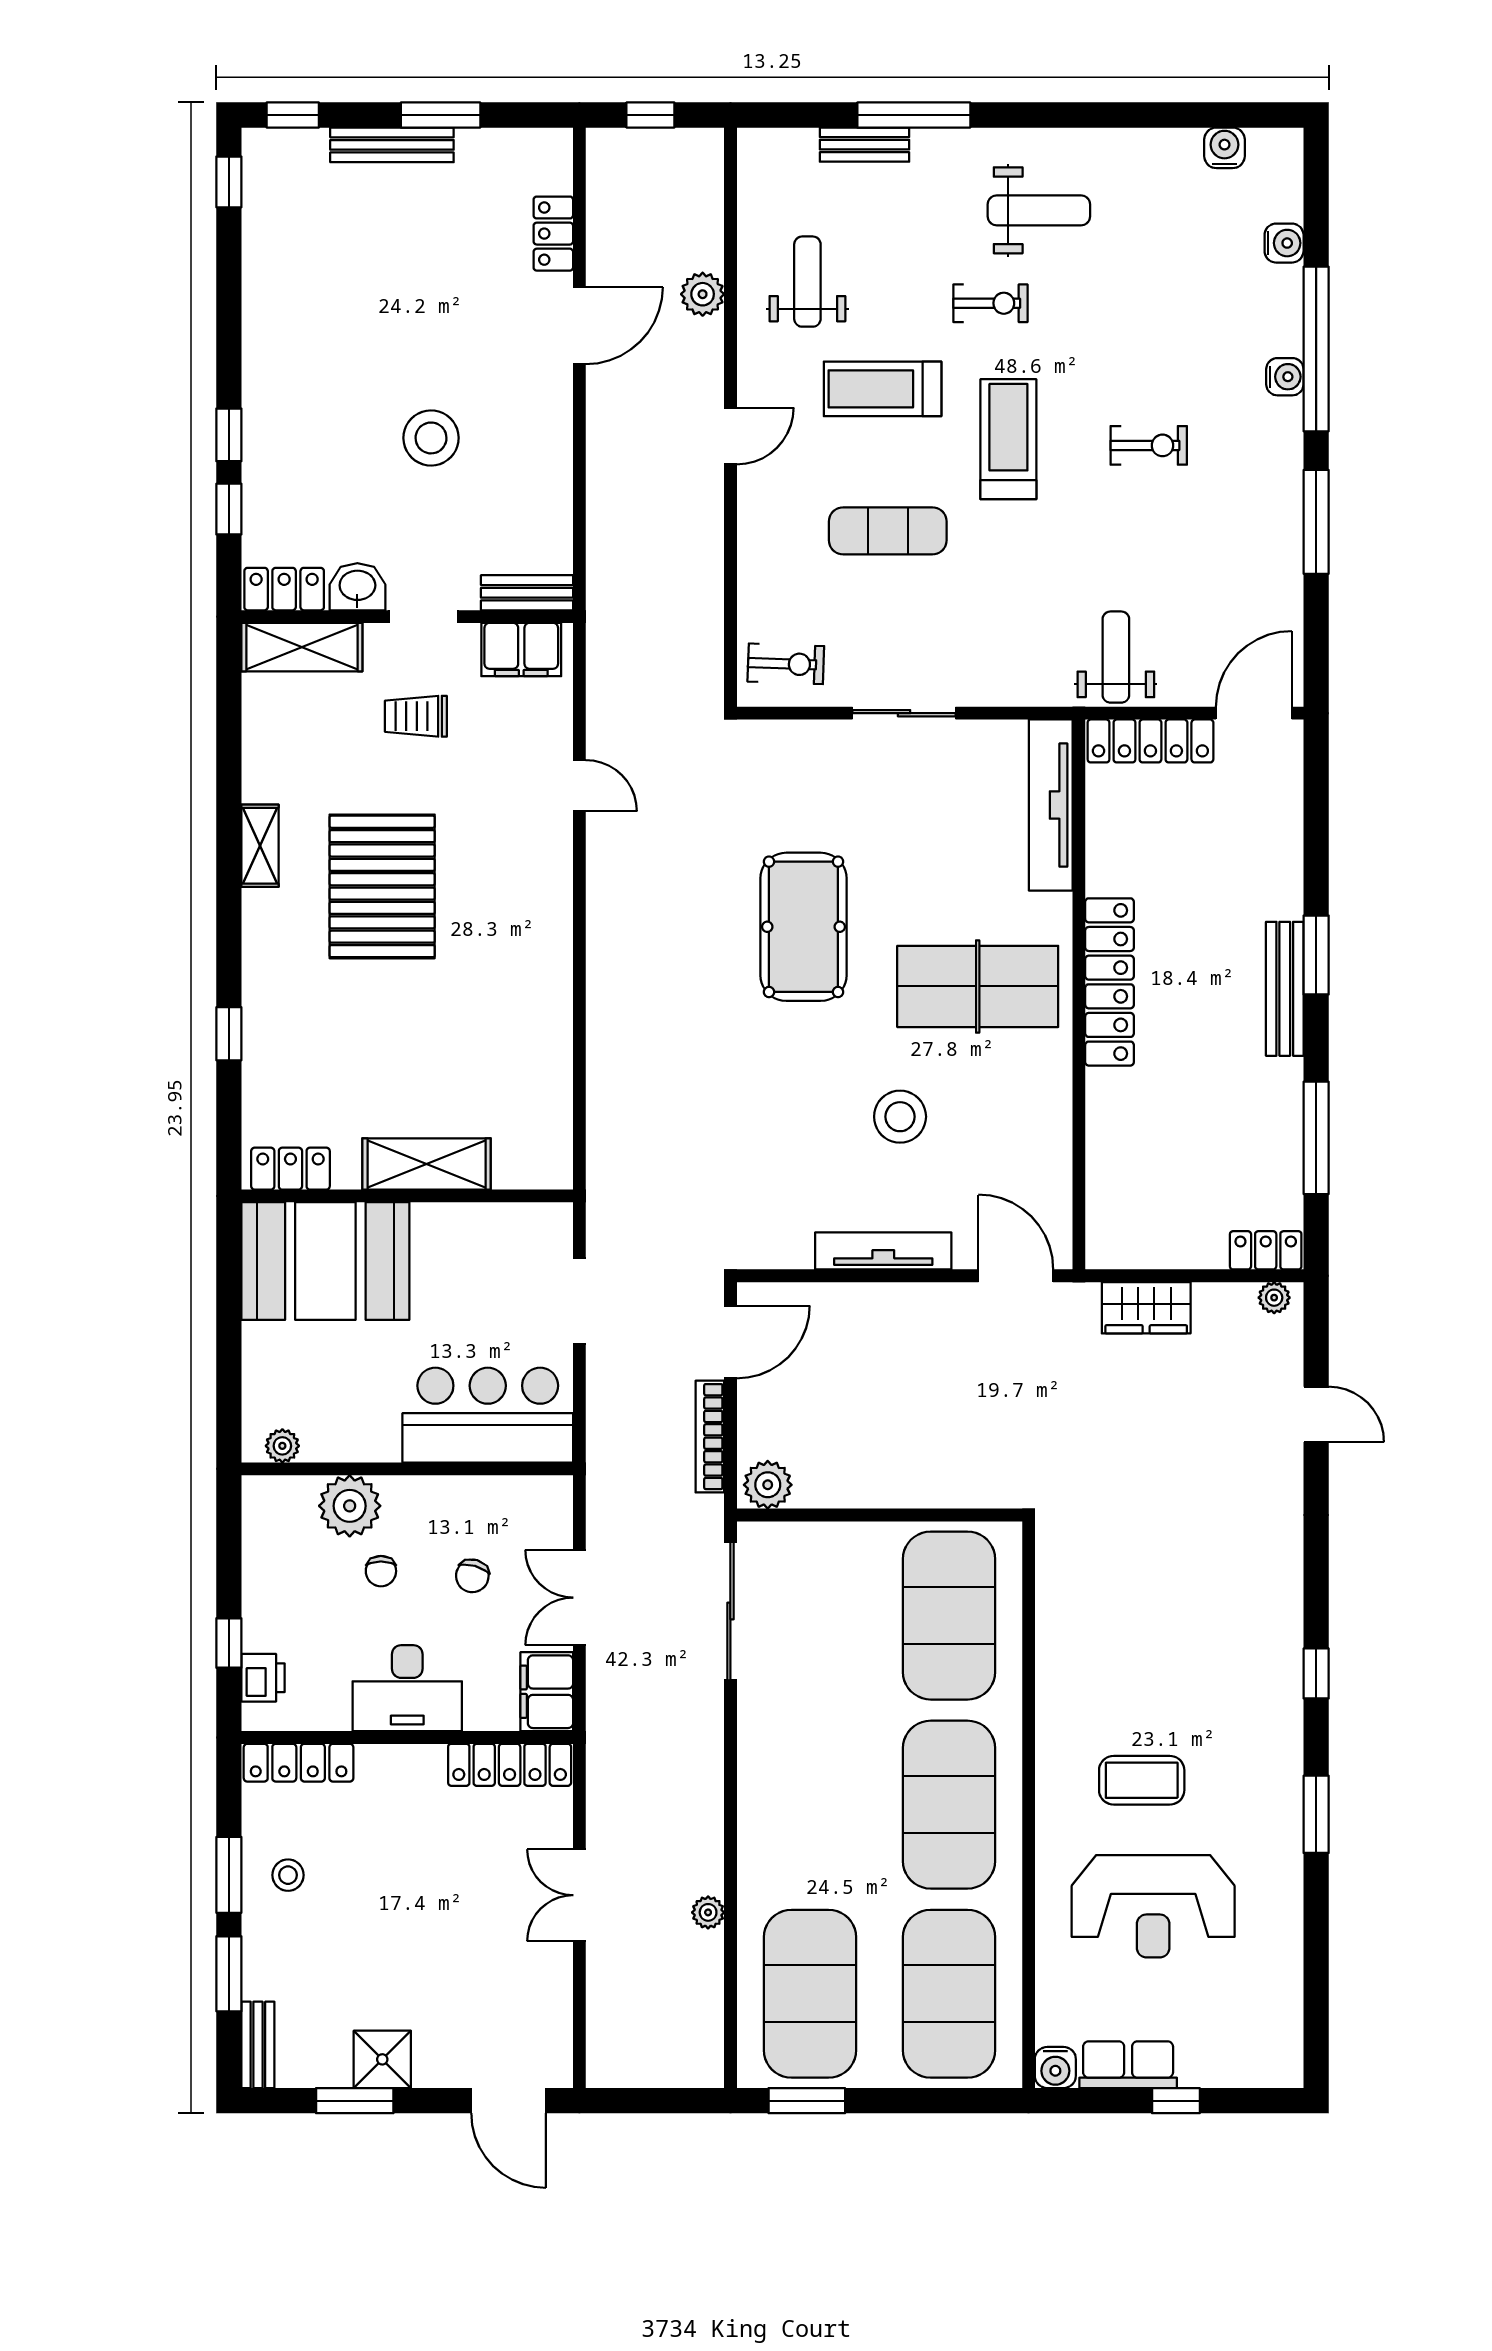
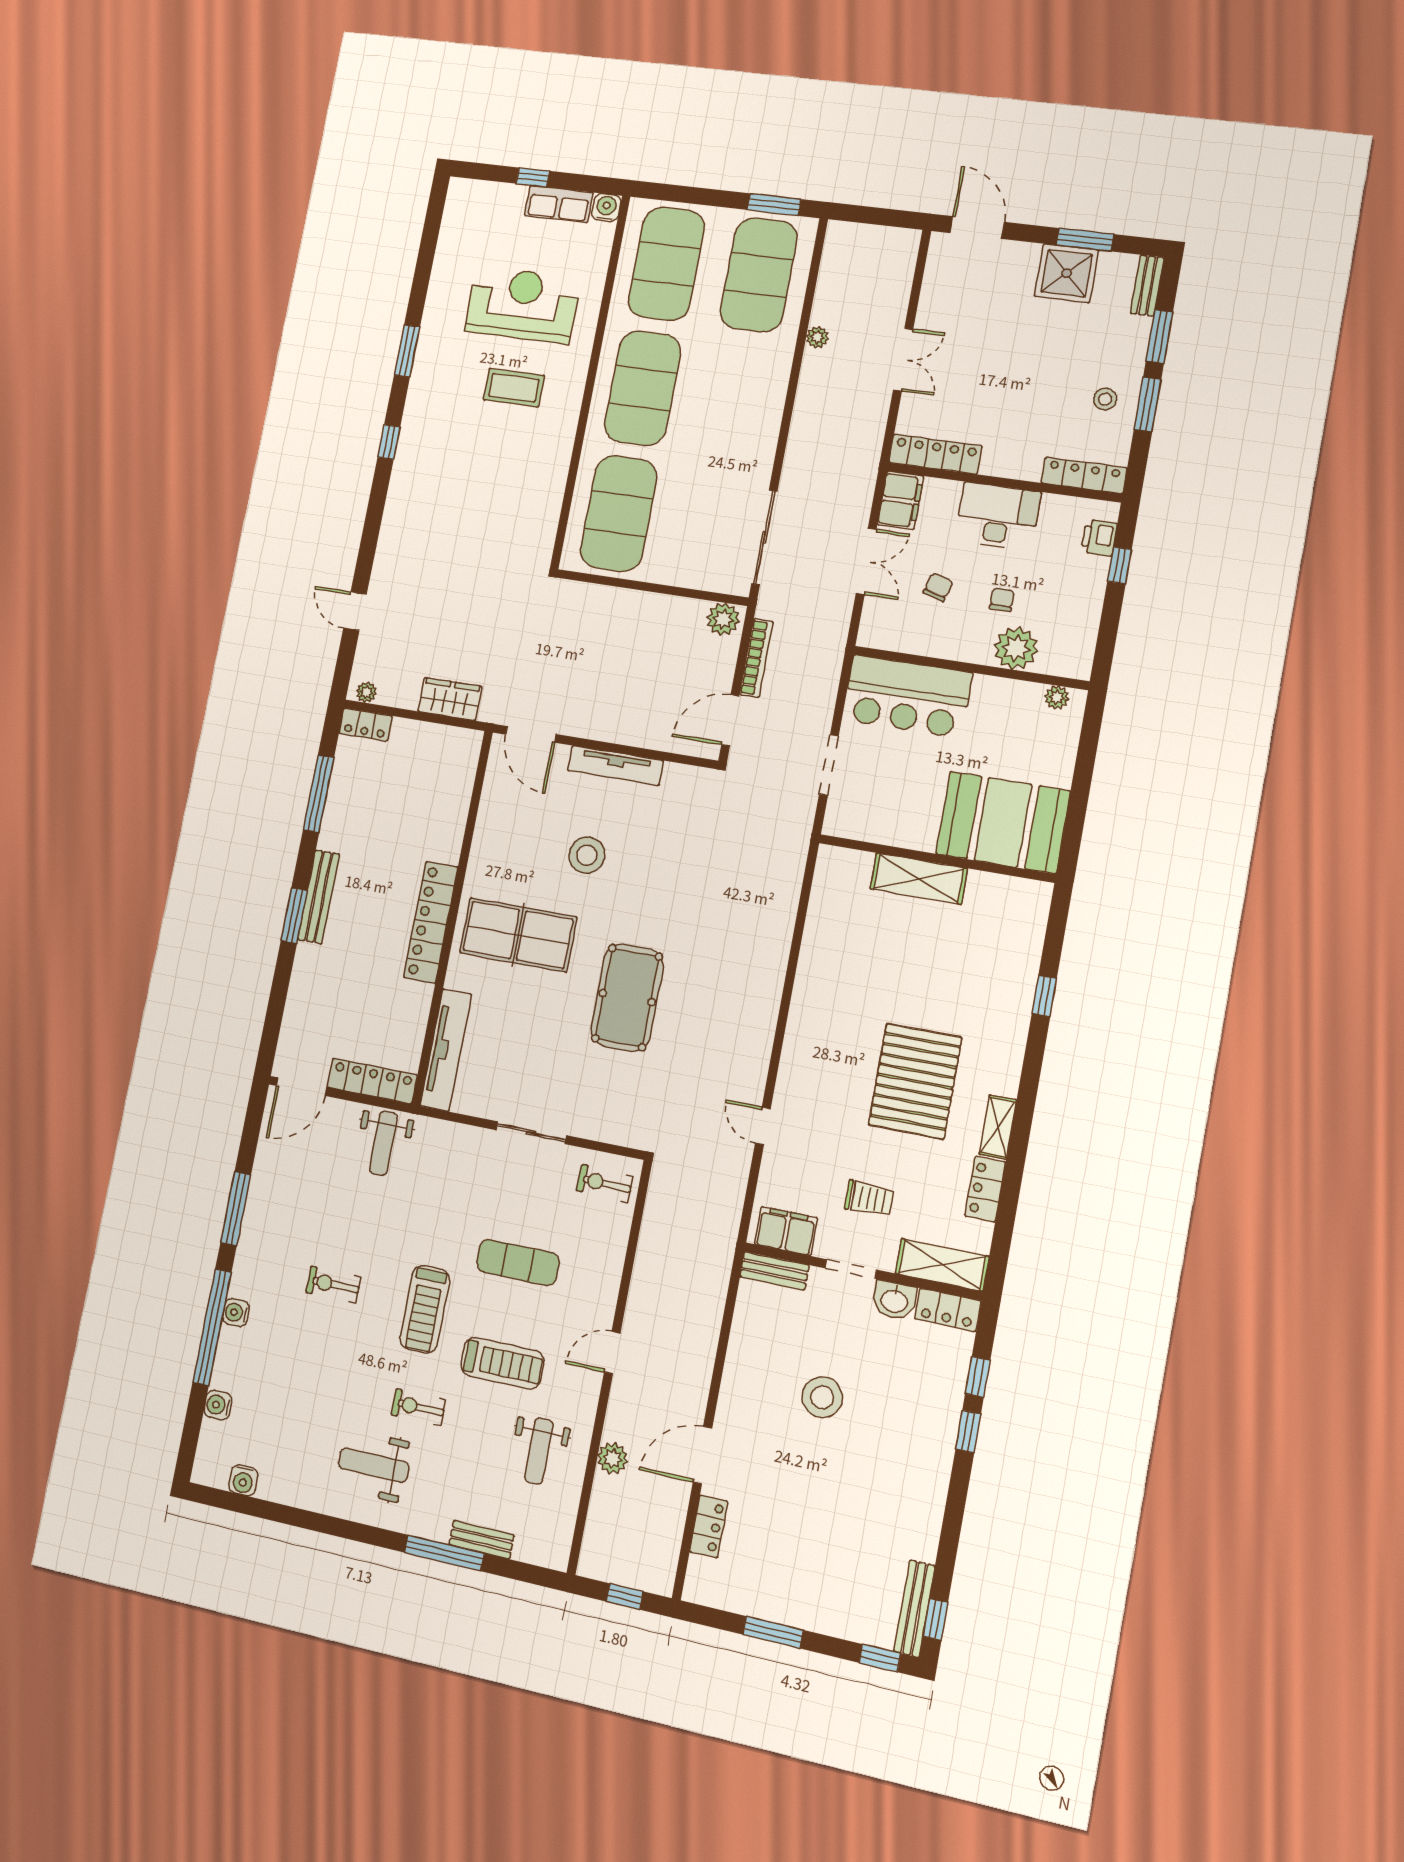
bench: (392, 145) -> (914, 1609), moved, turned 90
locker: (290, 1169) -> (985, 1189), moved, turned 90
shower: (382, 2059) -> (1067, 273), width x1.36, depth x1.36

